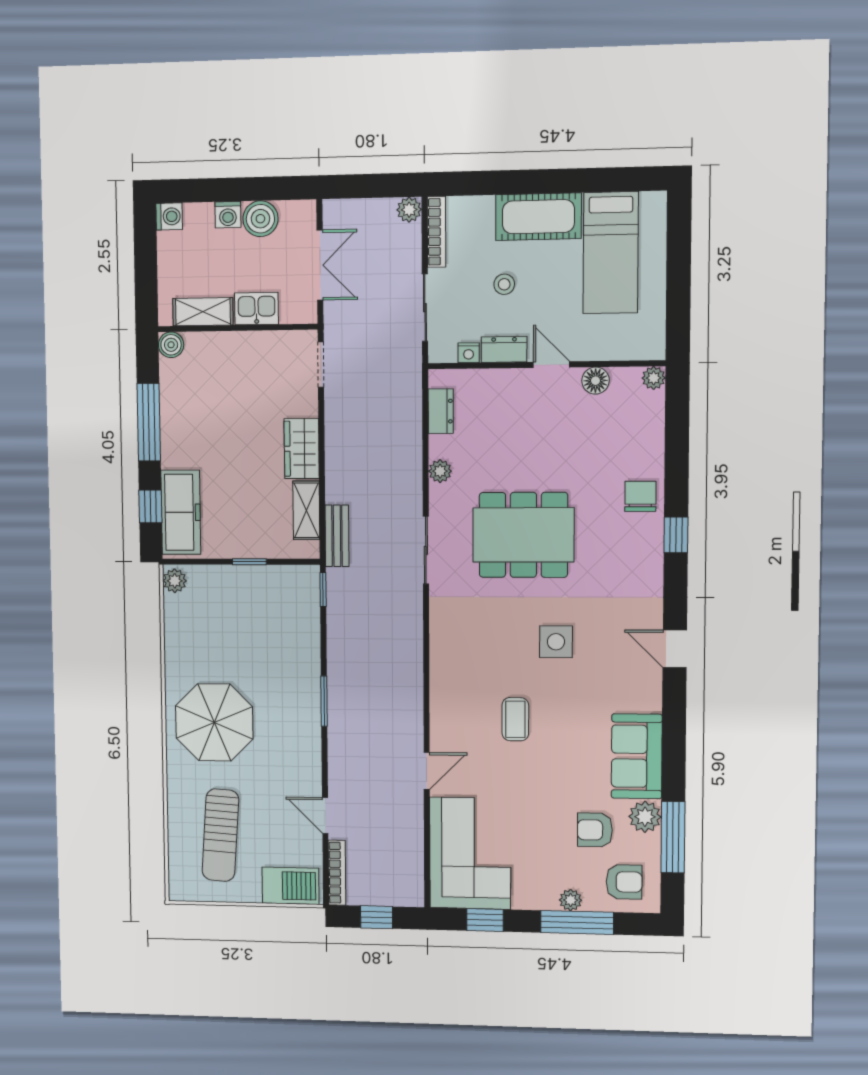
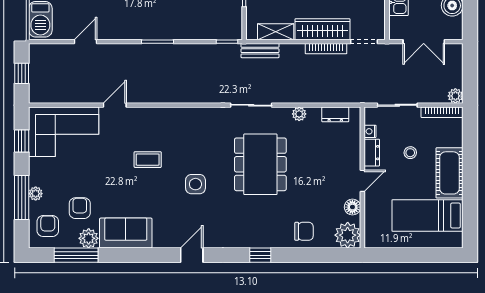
plant: (654, 378) -> (348, 235), width x1.87, depth x1.87
wardrobe: (302, 449) -> (323, 29), width x1.50
chair: (640, 496) -> (304, 231), moved
door: (427, 771) -> (115, 105), swing flipped
bookcase: (337, 873) -> (326, 49), moved
armchair: (624, 882) -> (48, 226), turned 180

